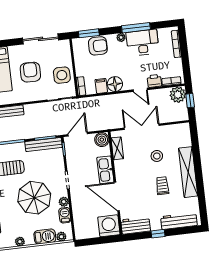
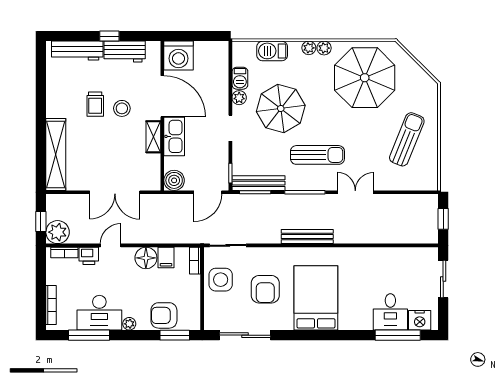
window: (136, 28) -> (89, 335), moved
door: (140, 90) -> (111, 245), hinge flipped
shelving: (117, 148) -> (153, 137), moved
stool: (157, 156) -> (122, 108), moved
shelving: (188, 172) -> (56, 154), moved
workbench: (136, 225) -> (125, 52), moved
plant: (61, 237) -> (324, 48), moved

